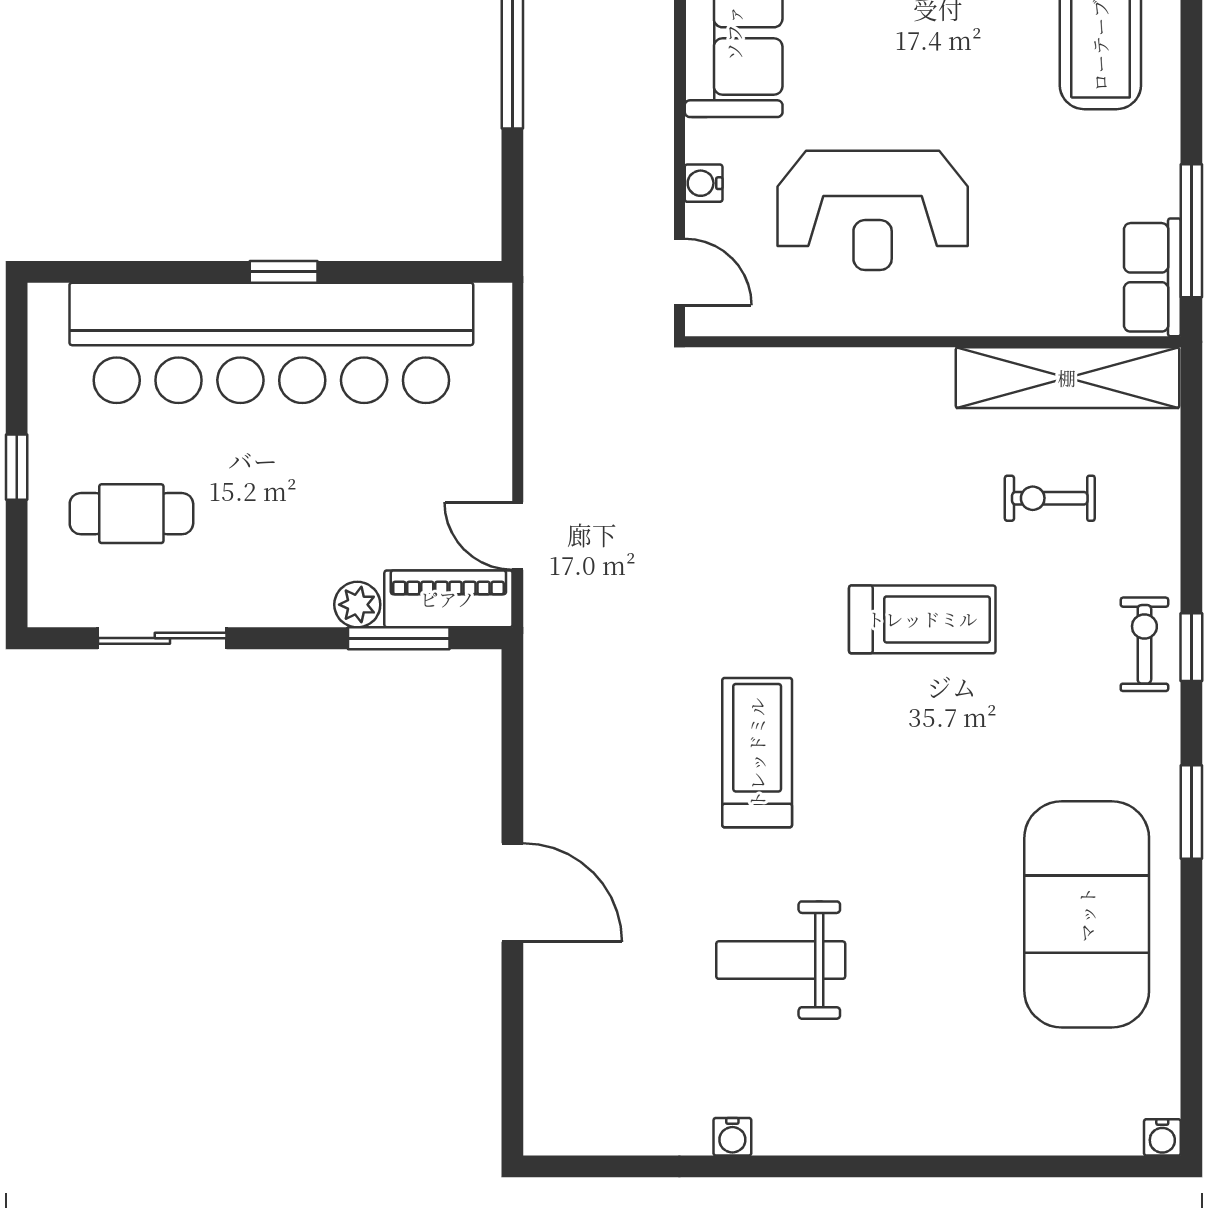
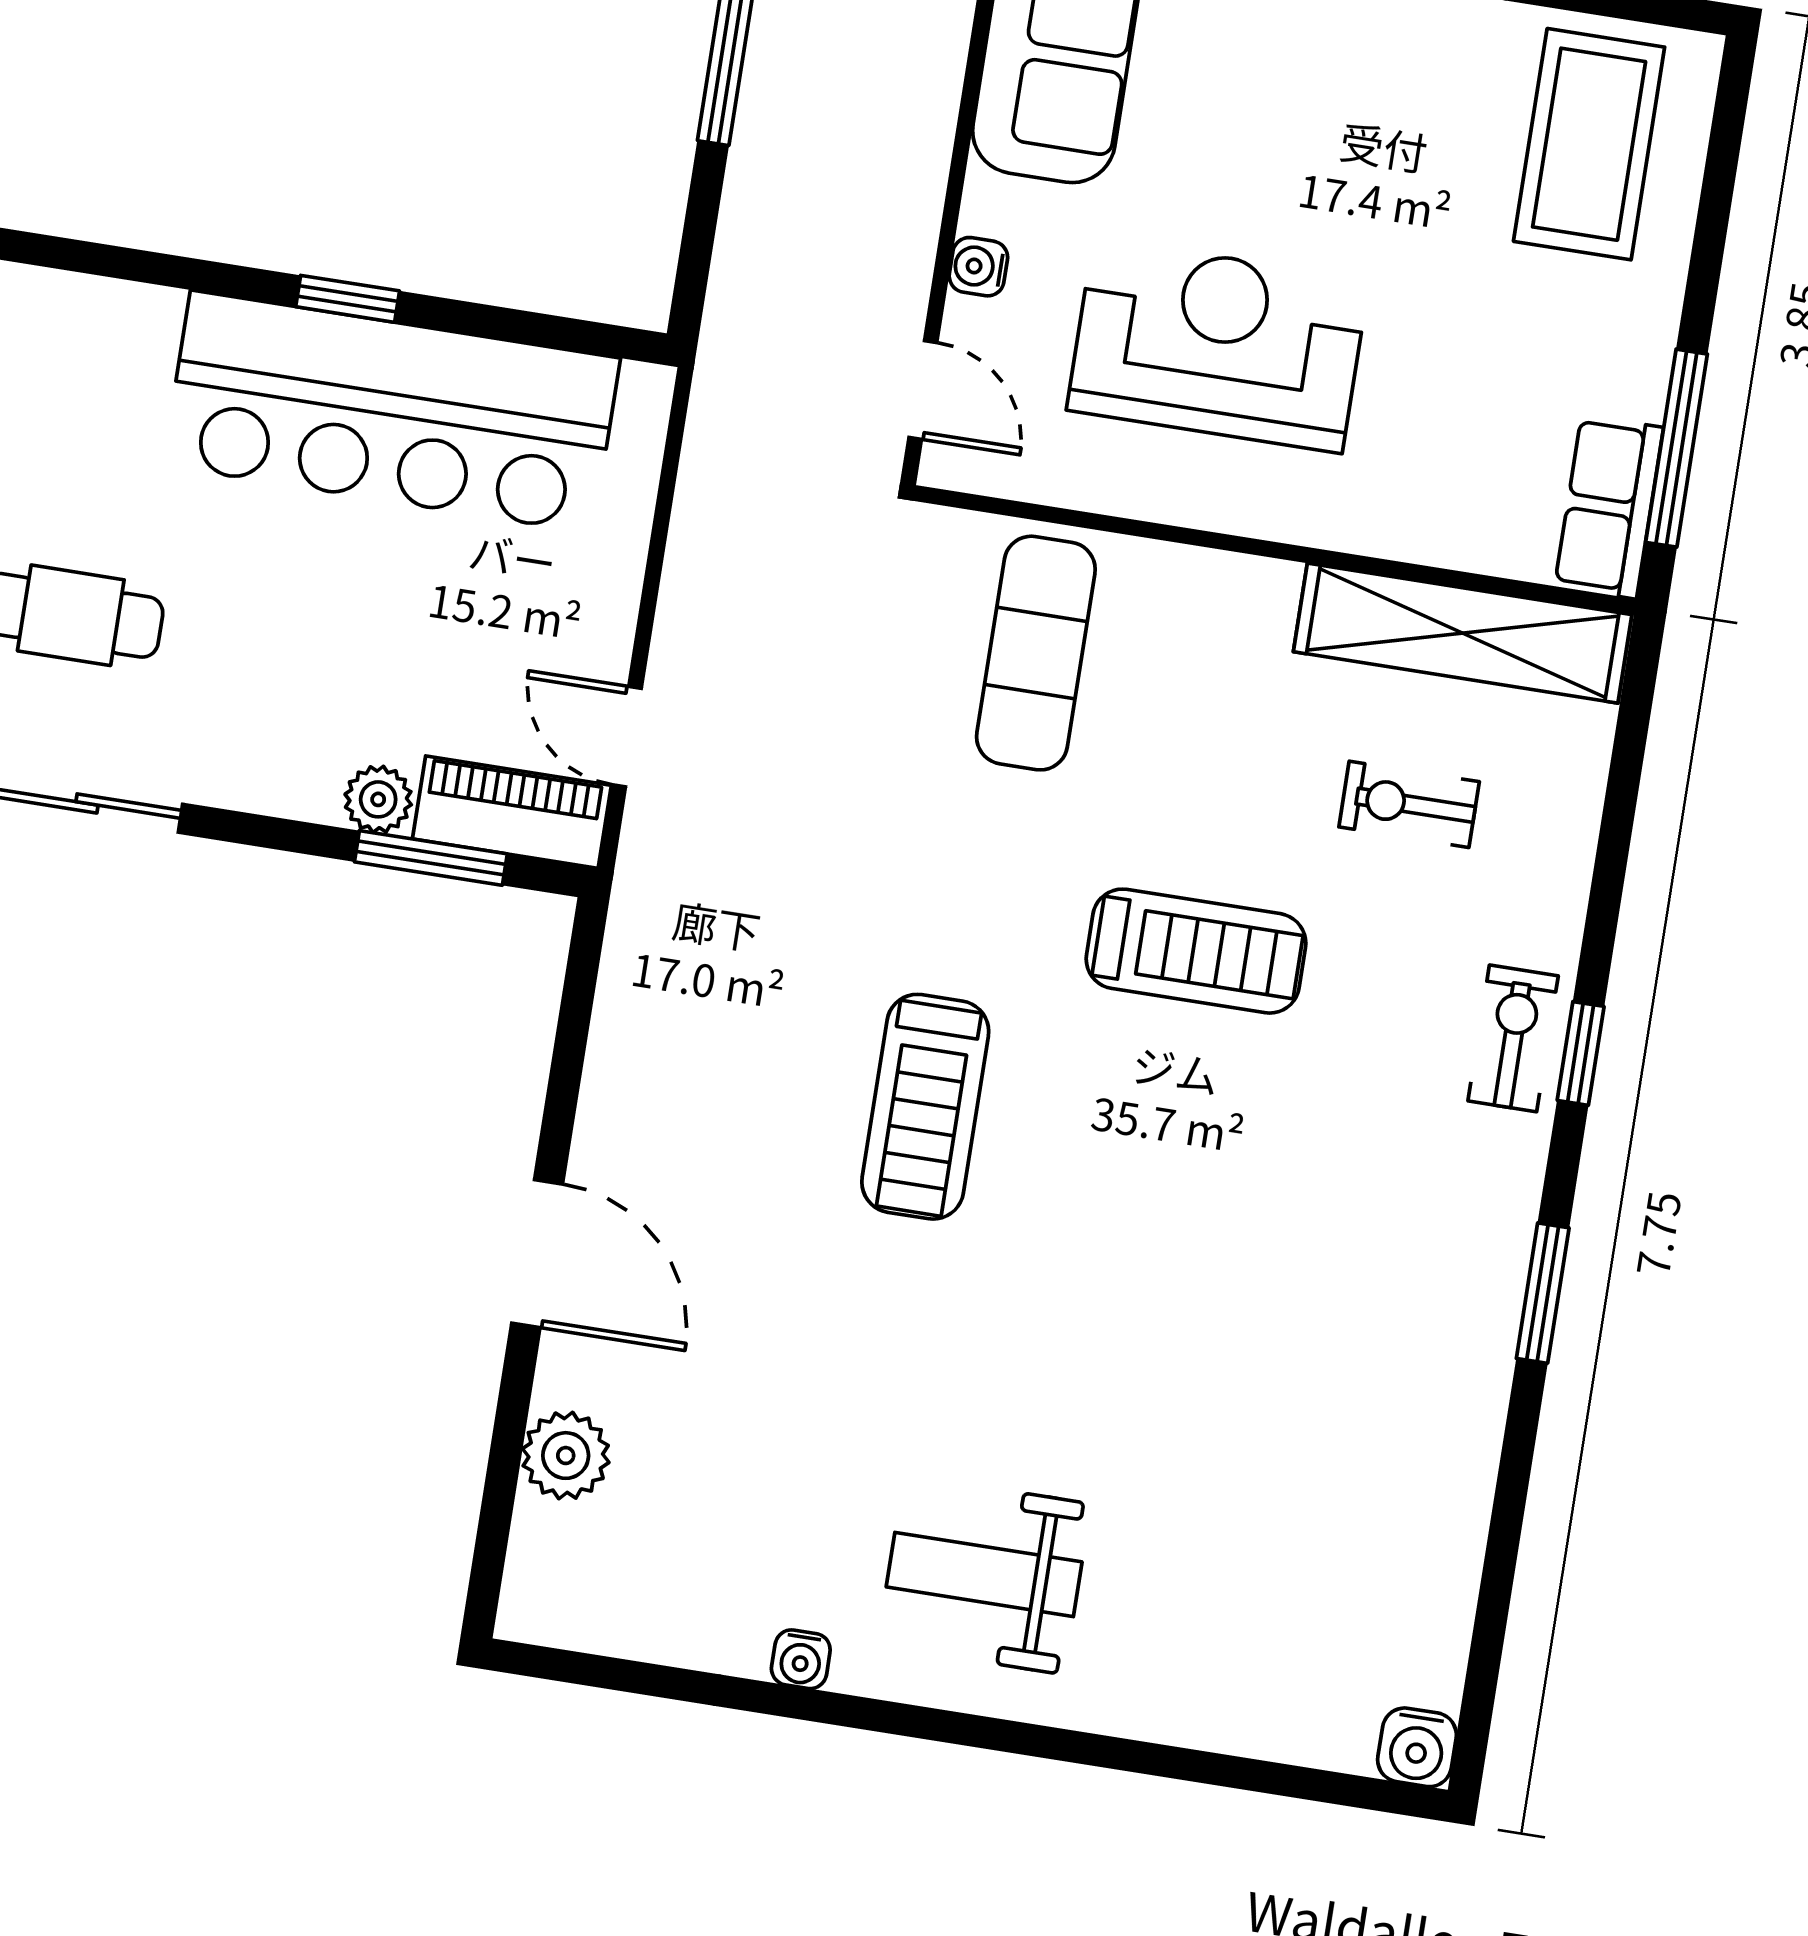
reception desk: (873, 210) -> (1218, 345), turned 180
bar counter: (271, 343) -> (392, 412), width x0.73
treadmill: (757, 753) -> (925, 1107), turned 180
exercise mat: (1087, 914) -> (1036, 653), moved, width x0.50, depth x0.69
weight bench: (781, 960) -> (984, 1574), moved
plant: (553, 1025) -> (566, 1456), added
water cooler: (1162, 1137) -> (1417, 1747), width x1.38, depth x1.38

